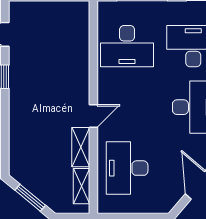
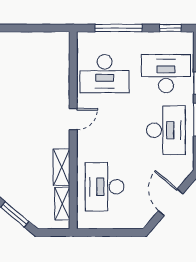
door: (93, 116) -> (73, 119), moved

